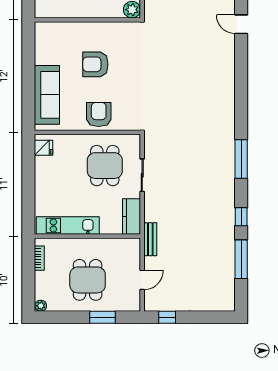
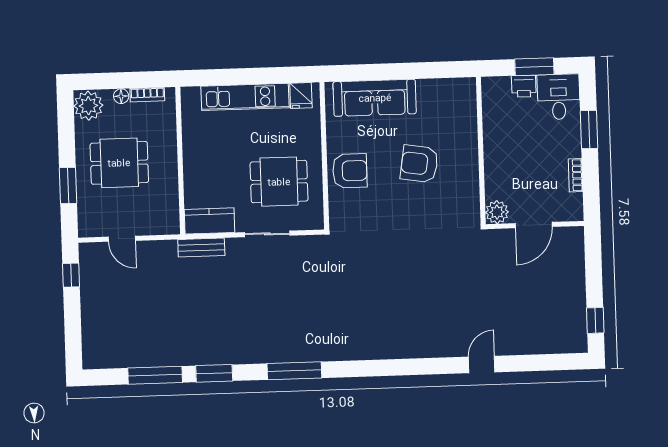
armchair: (95, 64) -> (419, 164), turned -81
window: (241, 217) -> (214, 373), width x1.50
kitchen unit: (68, 225) -> (245, 97), moved, turned 90
bench: (150, 239) -> (201, 247), moved
floor lamp: (40, 277) -> (121, 96), added
plant: (41, 306) -> (88, 106), width x1.87, depth x1.87

